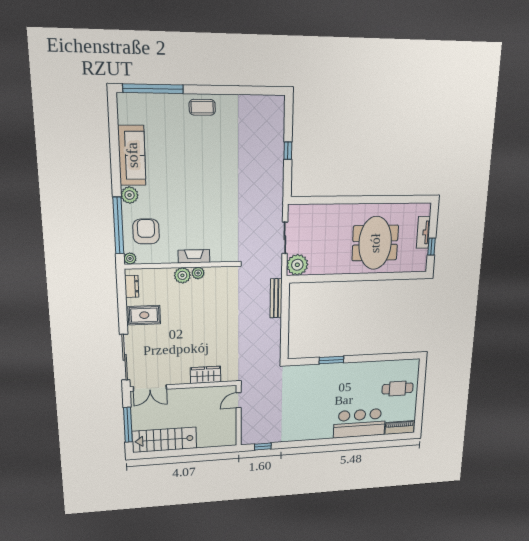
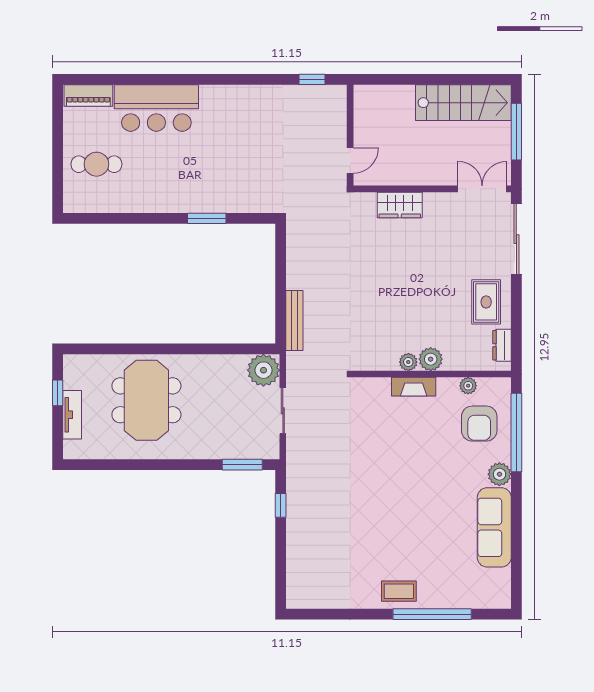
window: (153, 89) -> (432, 614), moved
window: (288, 151) -> (281, 505), moved
window: (313, 200) -> (242, 465), added
plant: (130, 258) -> (468, 386), moved
rug: (144, 315) -> (486, 302), turned 90

